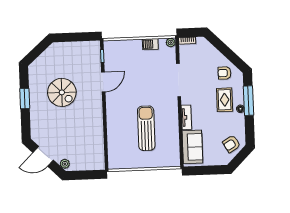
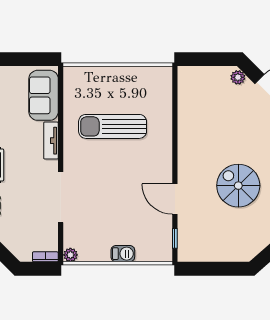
barbecue: (150, 44) -> (123, 254), moved
door: (103, 82) -> (175, 199), hinge flipped
sun lounger: (146, 128) -> (113, 126), turned 90

